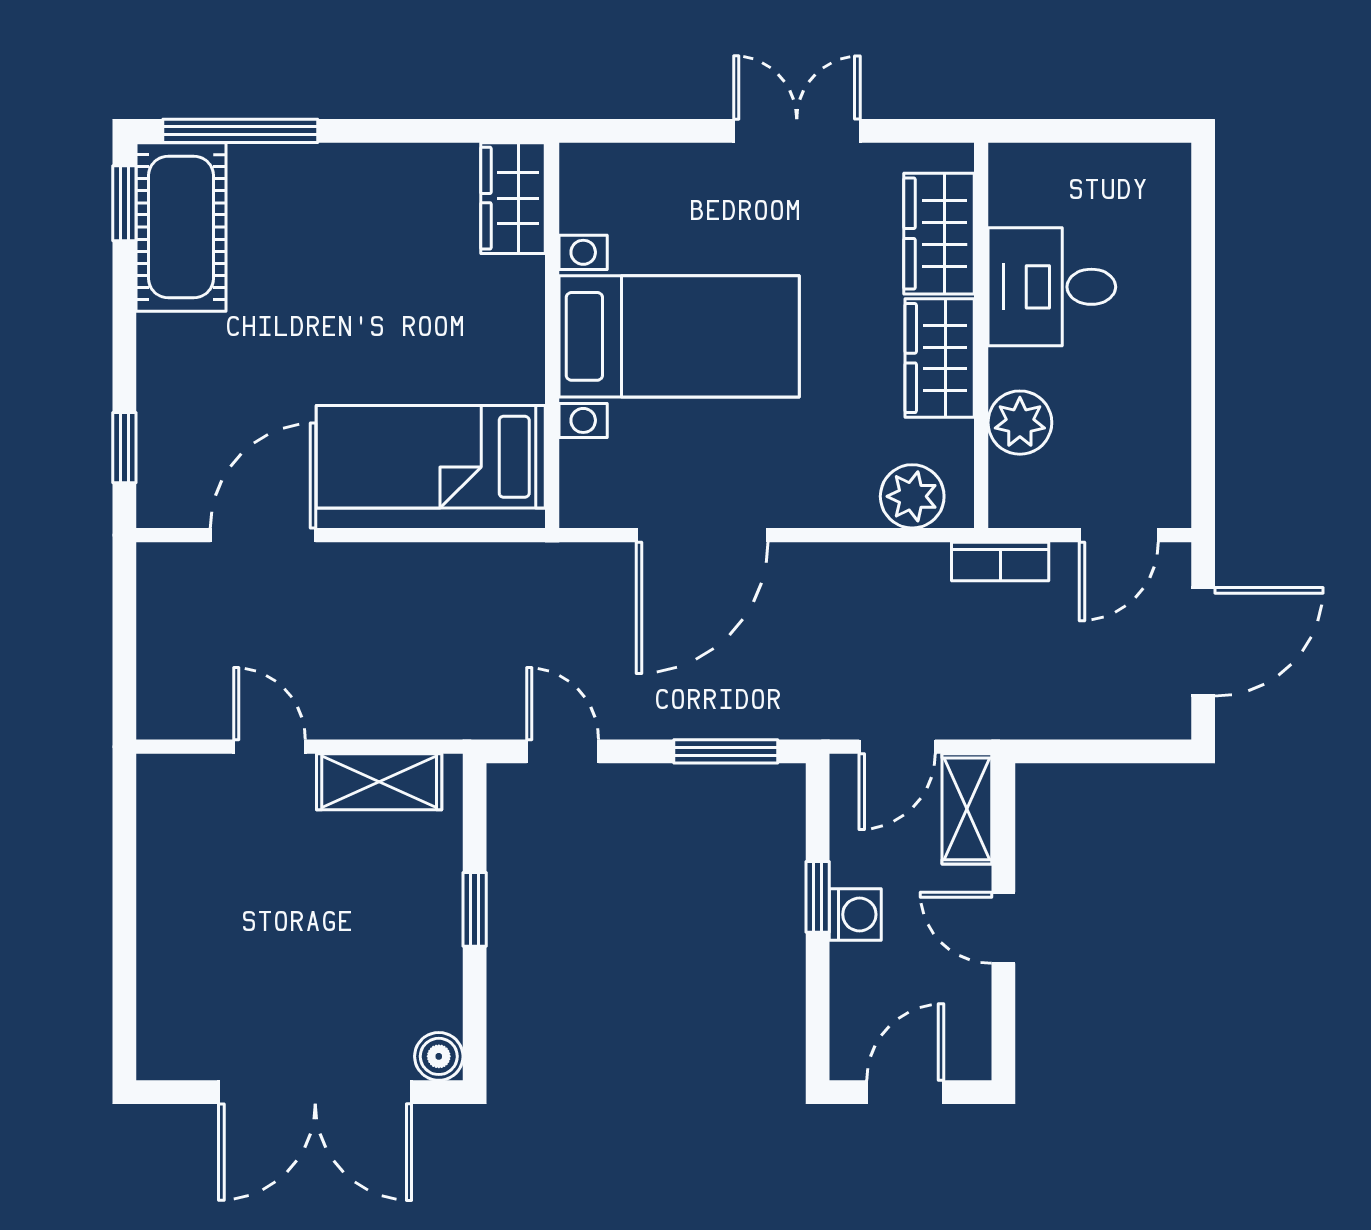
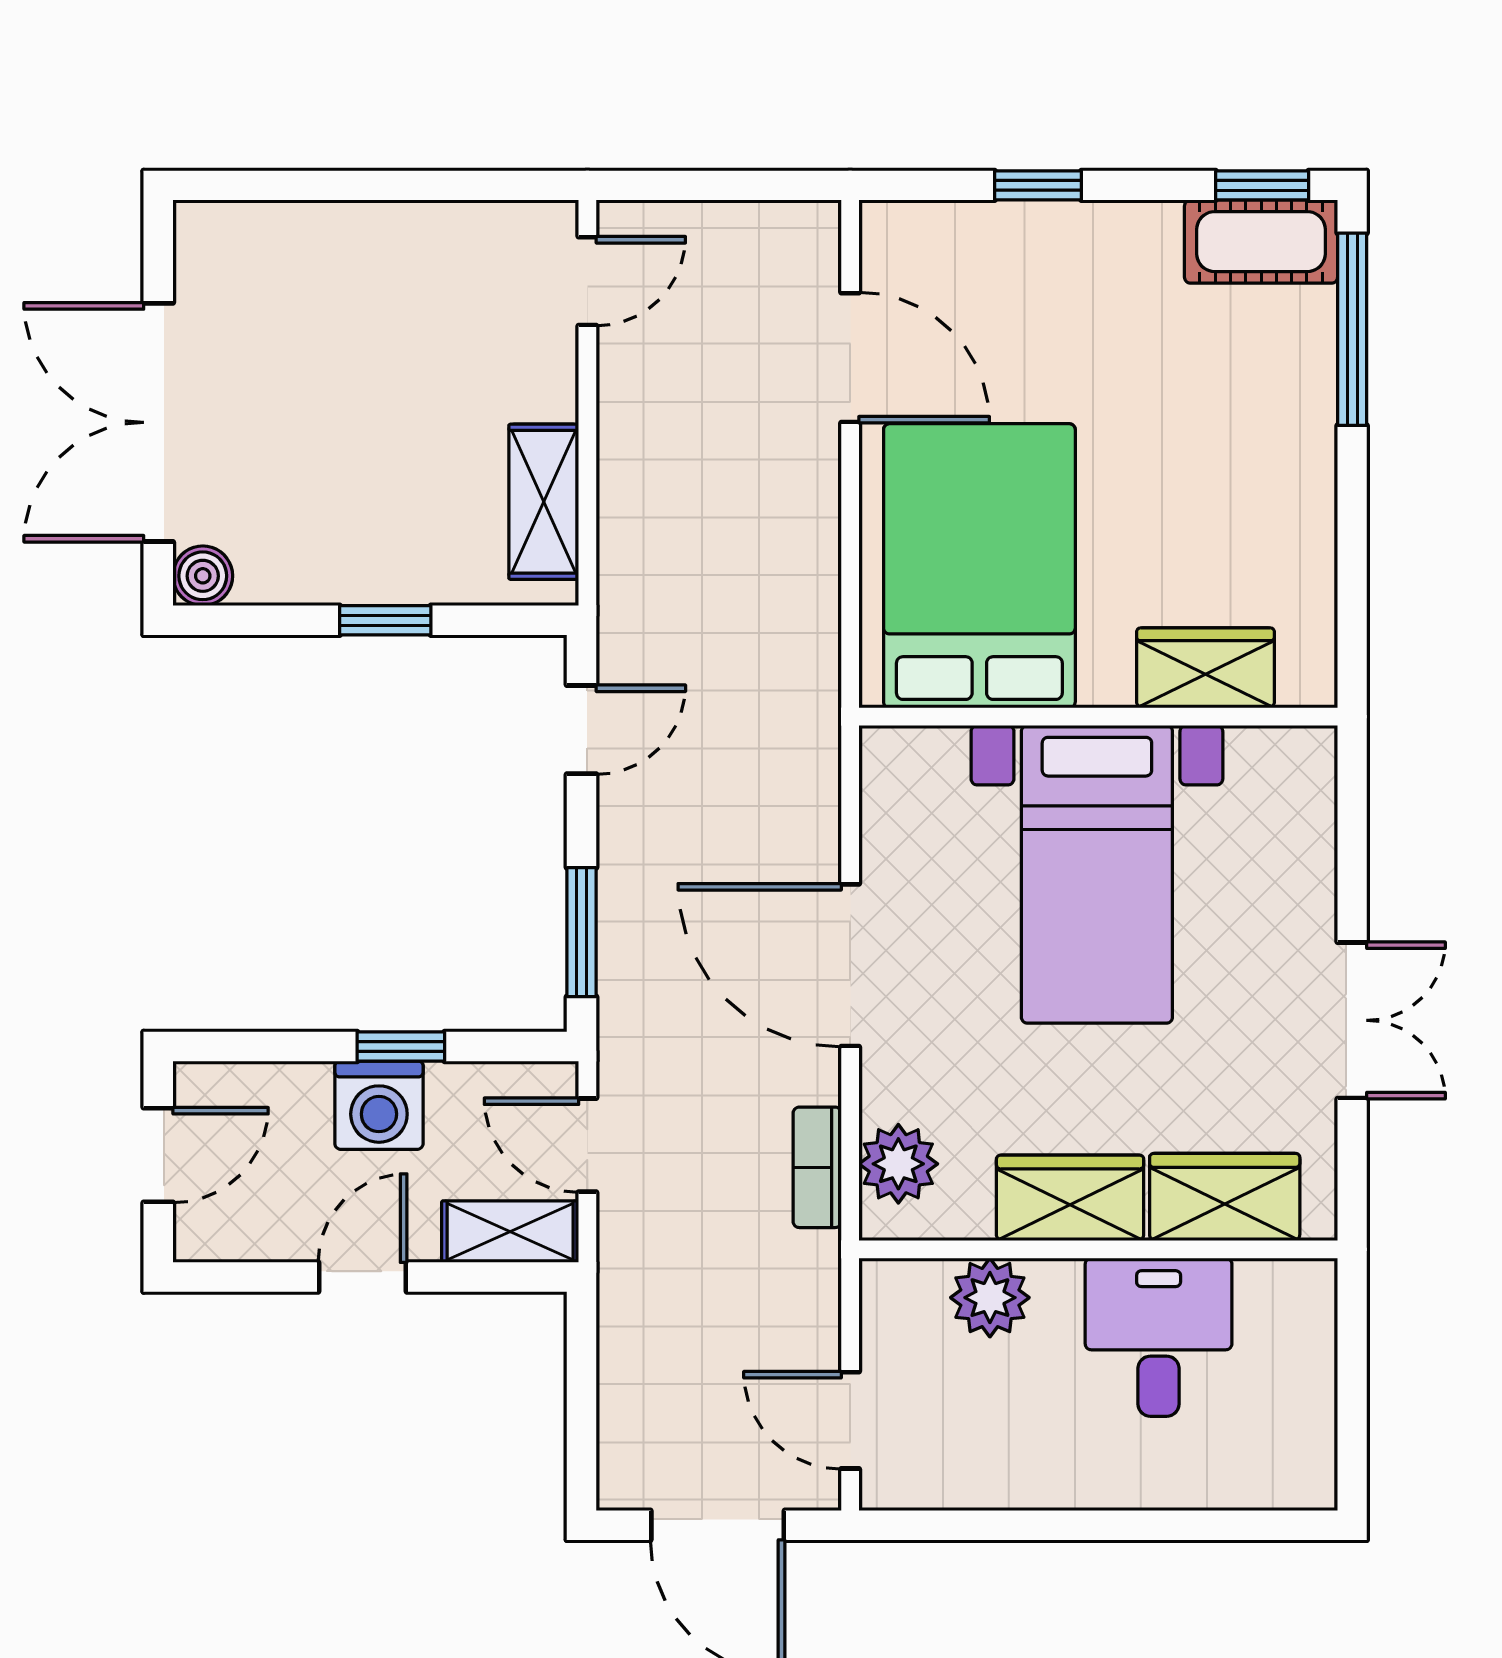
wardrobe: (513, 198) -> (1205, 668), moved
cot: (181, 227) -> (1261, 242), width x0.73, depth x0.75
window: (124, 448) -> (1038, 185), moved
bed: (431, 457) -> (979, 566), width x1.50
door: (702, 535) -> (850, 965), moved
bookcase: (1000, 562) -> (817, 1167), moved
door: (270, 747) -> (587, 281), moved
washing machine: (855, 914) -> (379, 1105), width x1.38, depth x1.38
door: (905, 1092) -> (158, 1155), hinge flipped

